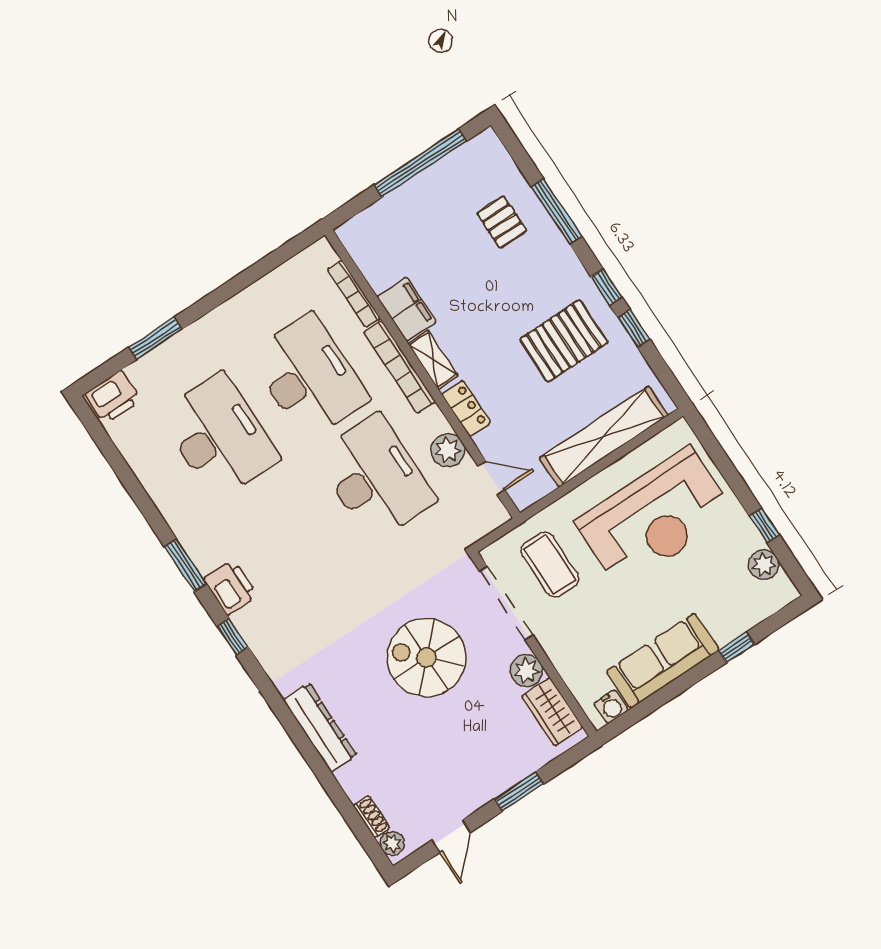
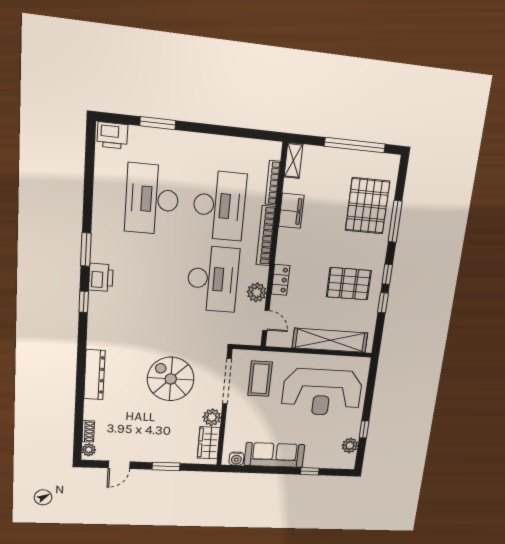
pallet: (502, 222) -> (368, 206), width x2.05, depth x2.00
shelving: (433, 360) -> (293, 160), moved
desk: (219, 436) -> (152, 199), turned 180

